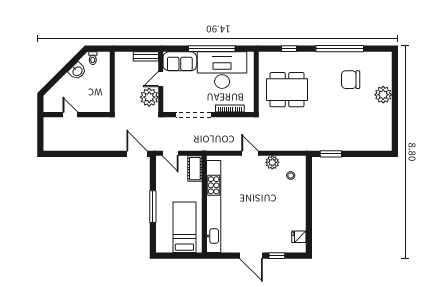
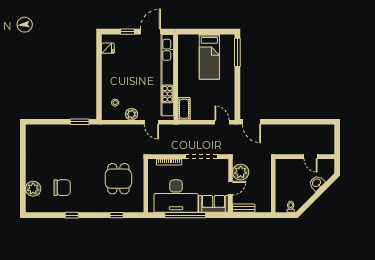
window: (340, 49) -> (72, 215), width x0.32
washbasin: (77, 71) -> (317, 183), moved
dining table: (287, 90) -> (118, 179), width x0.73
plant: (383, 95) -> (33, 189), moved
cot: (195, 169) -> (184, 109), moved
wall: (204, 204) -> (176, 77), moved
kitchen unit: (214, 206) -> (167, 75), moved
window: (153, 207) -> (237, 52), moved
door: (251, 256) -> (150, 32), hinge flipped

